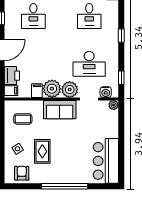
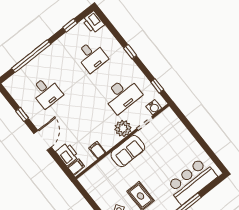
plant: (52, 89) -> (108, 139), removed
plant: (114, 105) -> (168, 113), removed
coffee table: (23, 119) -> (104, 182), removed
bar counter: (106, 161) -> (192, 181), moved, turned 90

